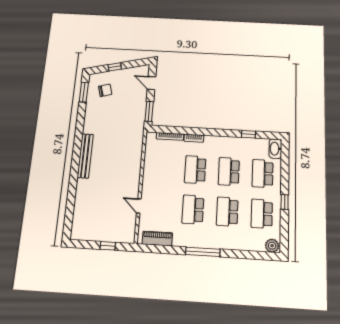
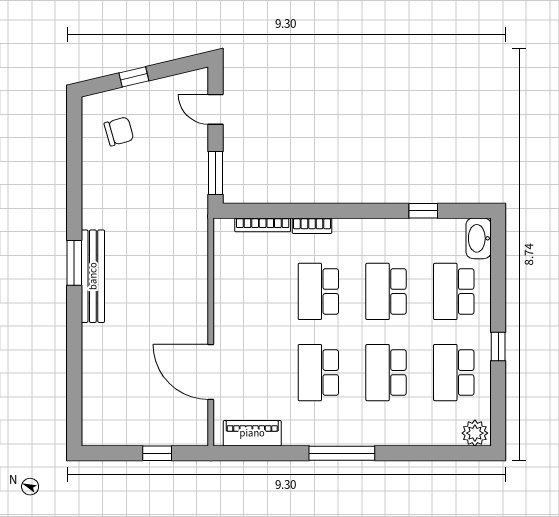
window: (84, 92) -> (74, 263), moved
door: (139, 206) -> (211, 372), width x1.88

